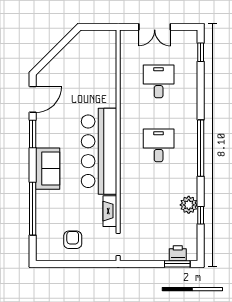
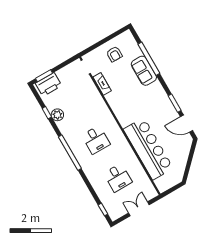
door: (33, 99) -> (186, 124), hinge flipped
bar counter: (99, 151) -> (148, 149), moved
sofa: (48, 169) -> (144, 71), moved
printer: (178, 253) -> (49, 84), width x1.87, depth x1.48

